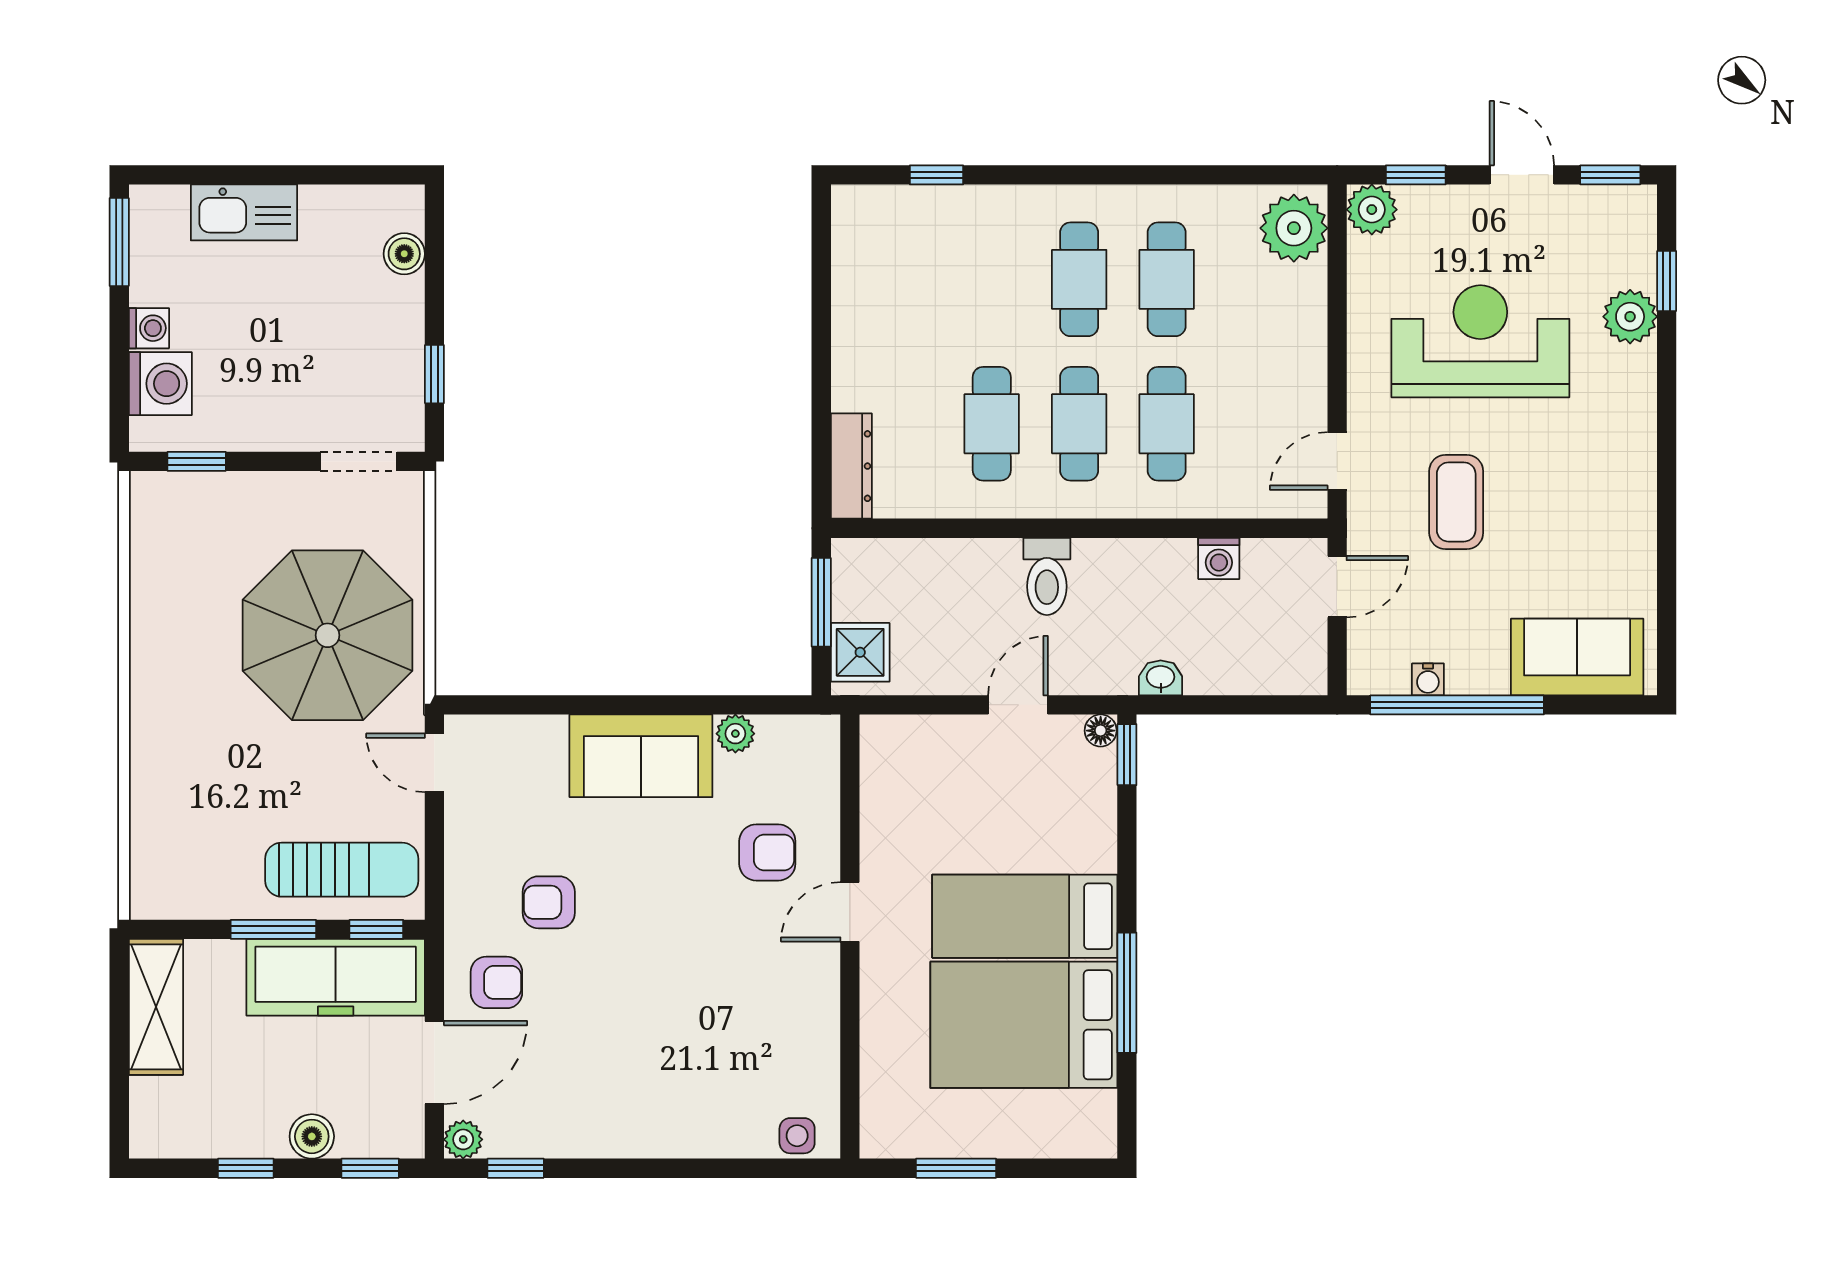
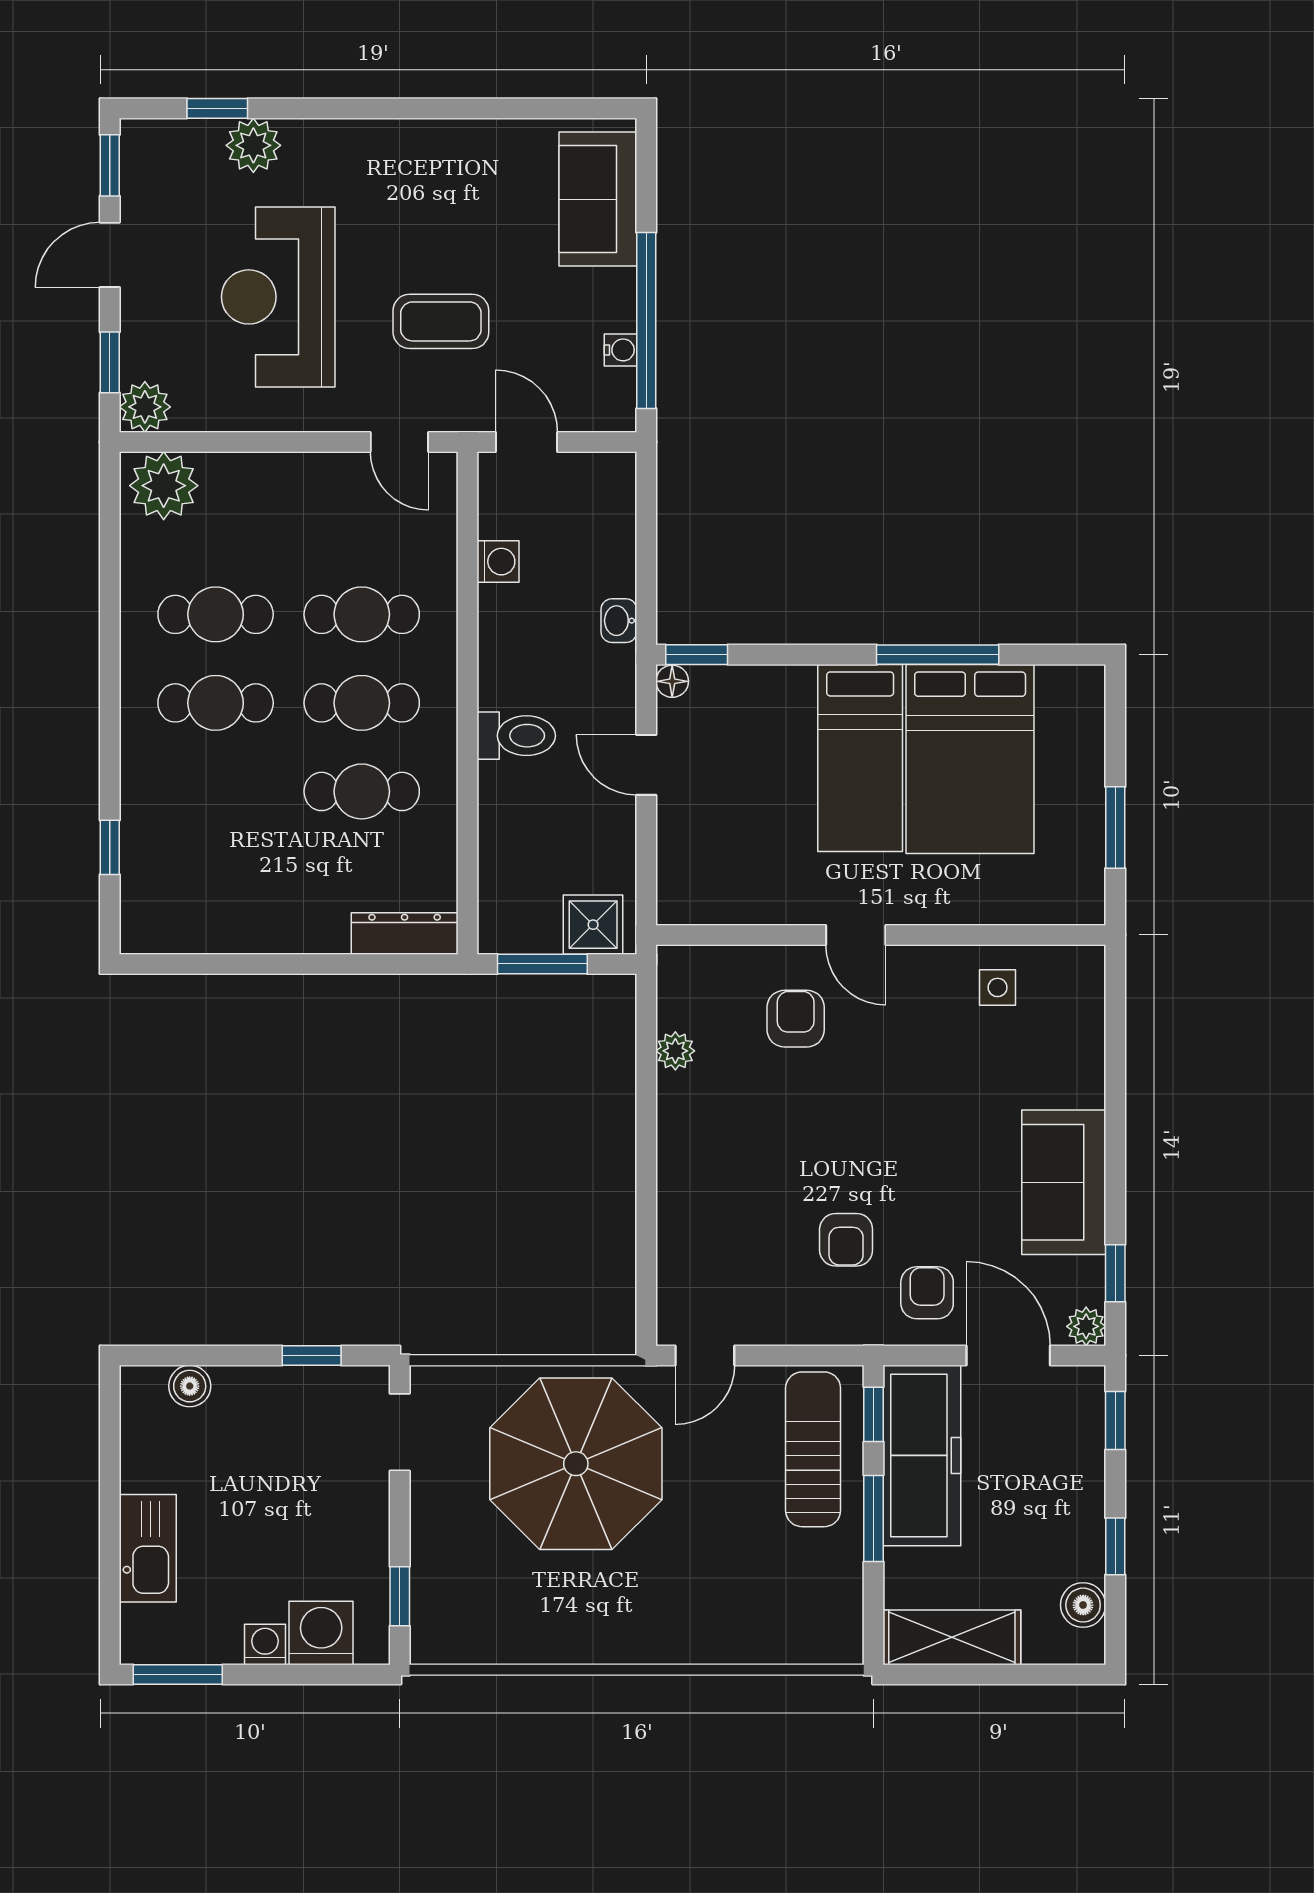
sofa: (641, 756) -> (1064, 1182), moved, turned 180
boiler: (312, 1136) -> (1083, 1605), moved
side table: (797, 1136) -> (998, 987), moved

